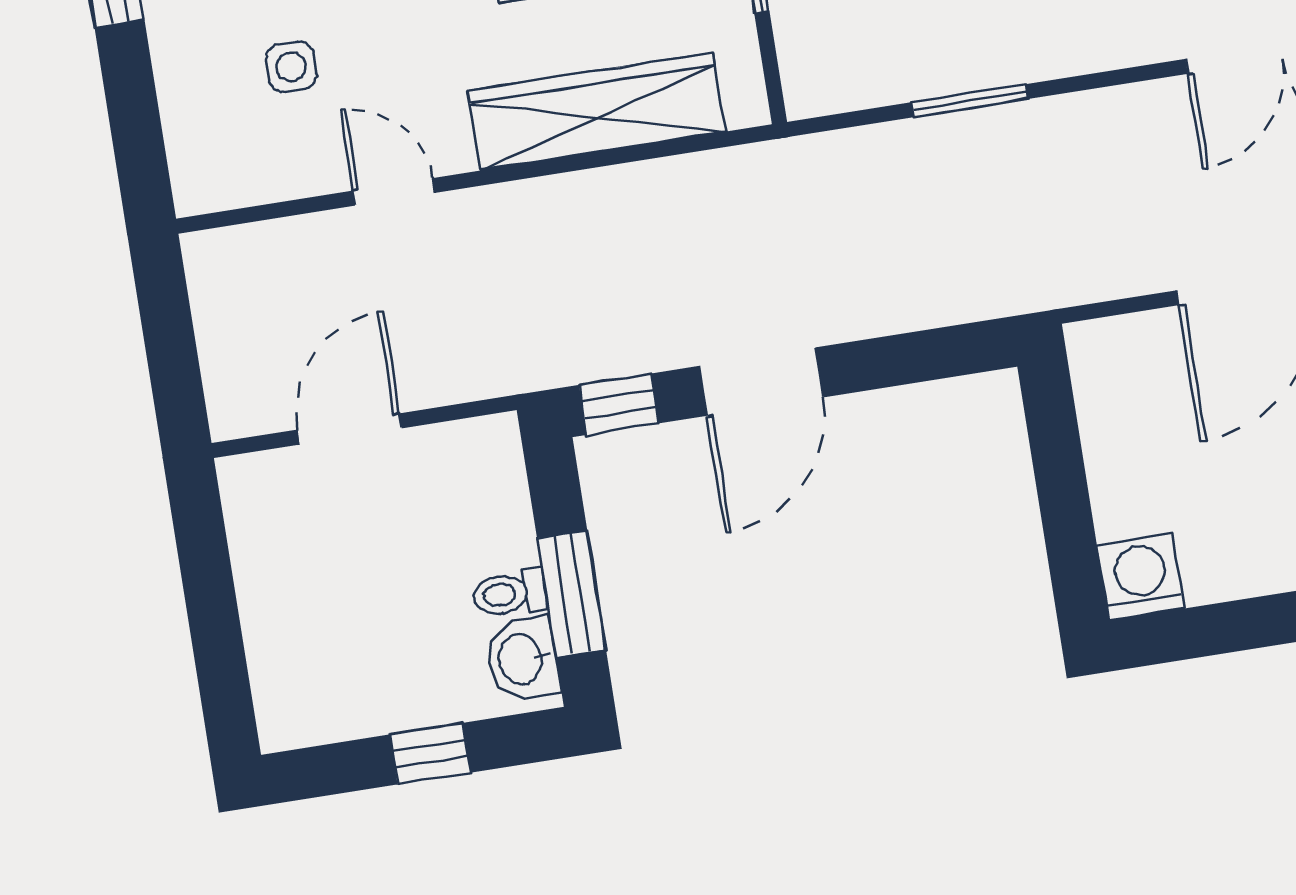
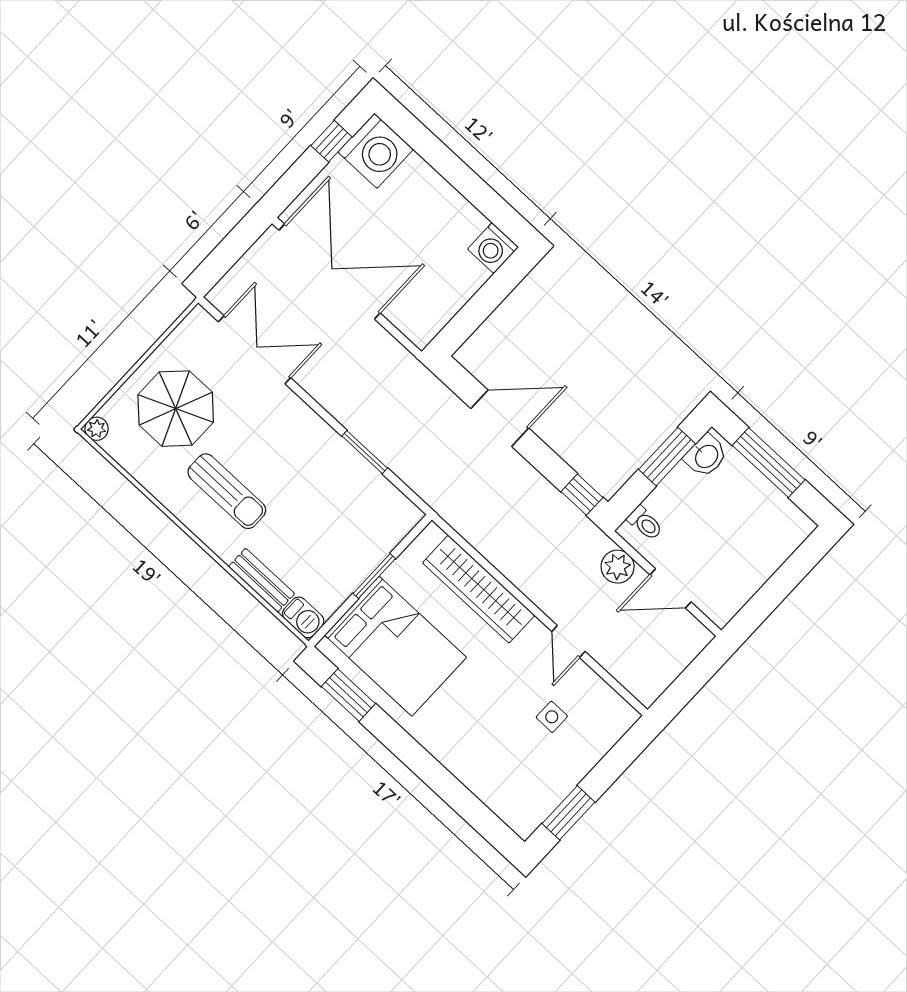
plant: (454, 370) -> (618, 567), added
door: (761, 382) -> (500, 418), moved
toilet: (510, 593) -> (645, 523), moved
window: (430, 754) -> (769, 463), width x2.17

